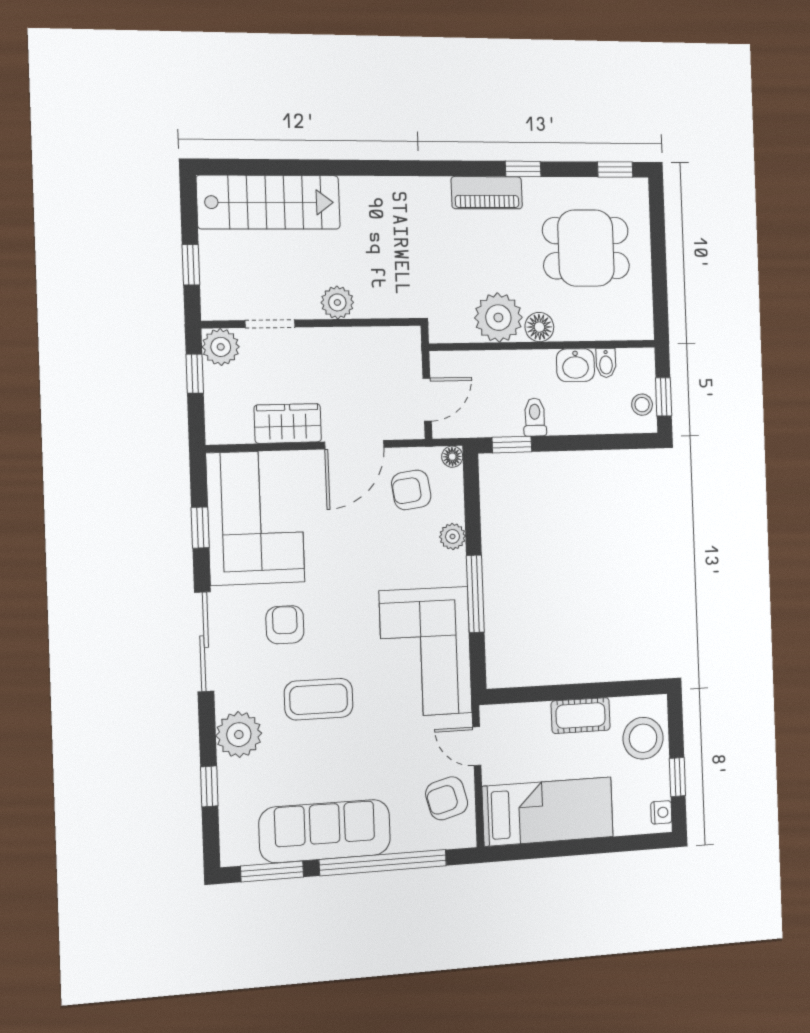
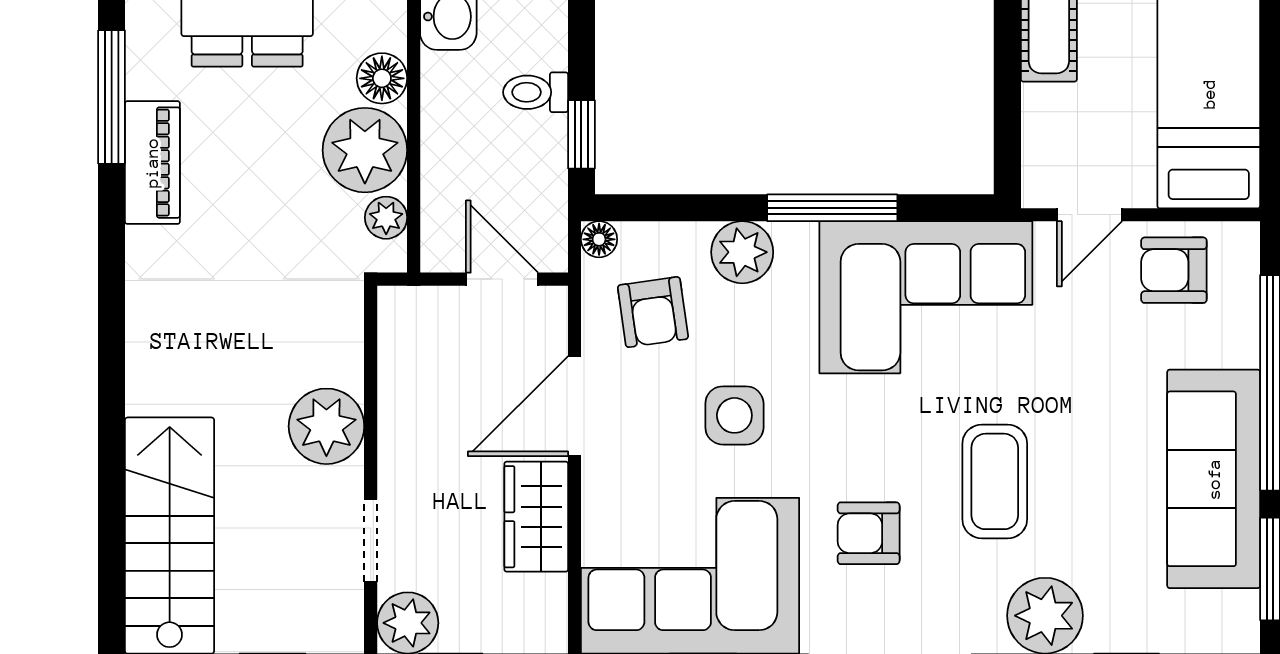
window: (523, 169) -> (112, 97), width x2.17
plant: (337, 302) -> (326, 426), width x1.36, depth x1.36
plant: (460, 330) -> (386, 218), added
door: (354, 445) -> (575, 406), swing flipped
plant: (453, 536) -> (742, 252), width x1.38, depth x1.38
side table: (352, 541) -> (734, 415), added
armchair: (447, 798) -> (1174, 270), turned 105

